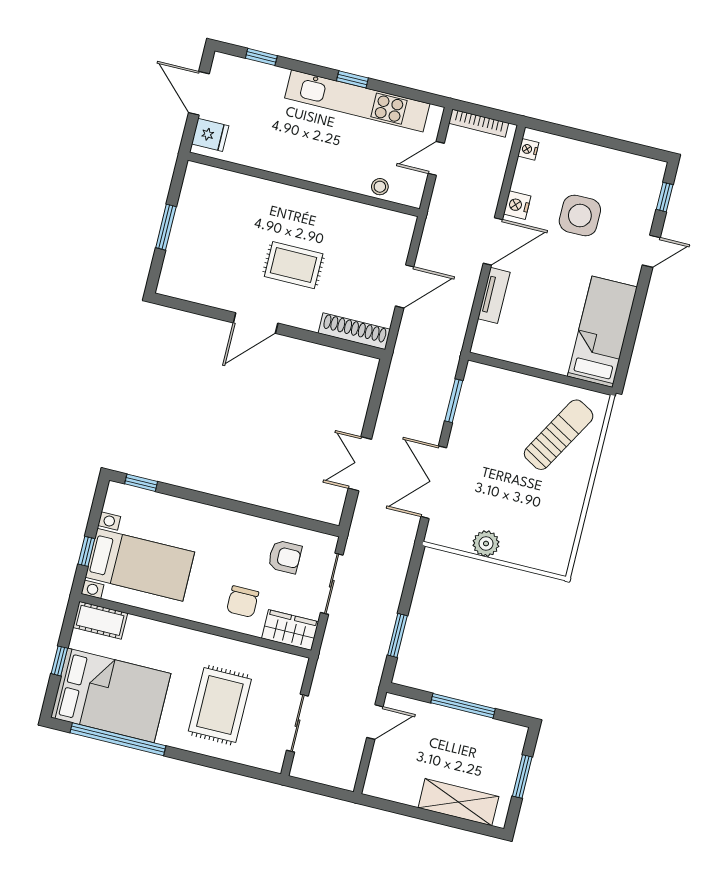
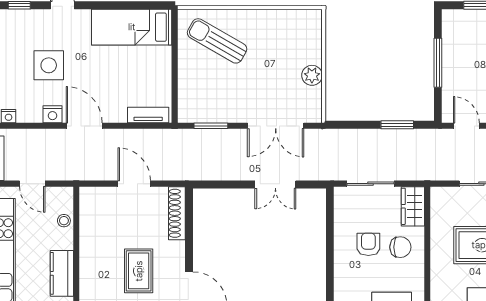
kitchen counter: (314, 168) -> (62, 273), added
tv unit: (494, 295) -> (148, 115), moved
armchair: (285, 557) -> (368, 244), moved

